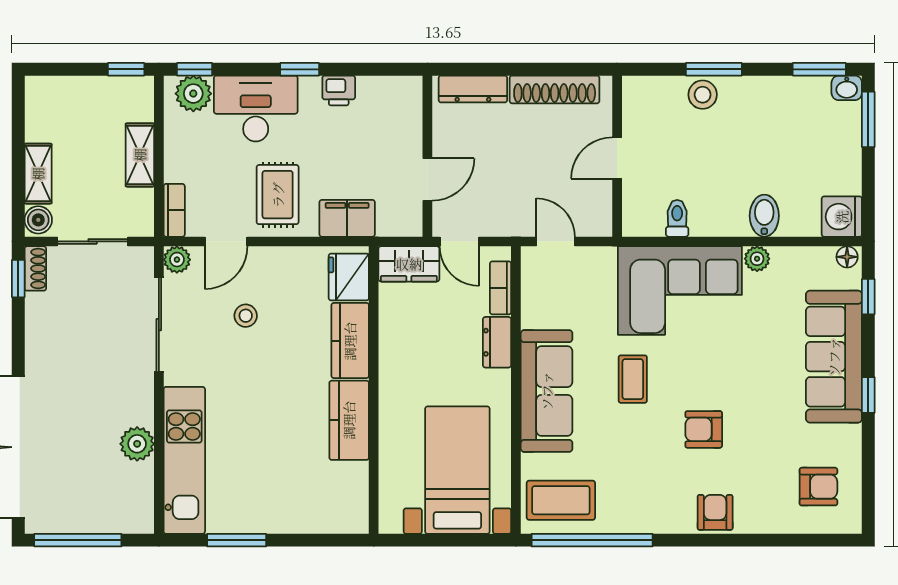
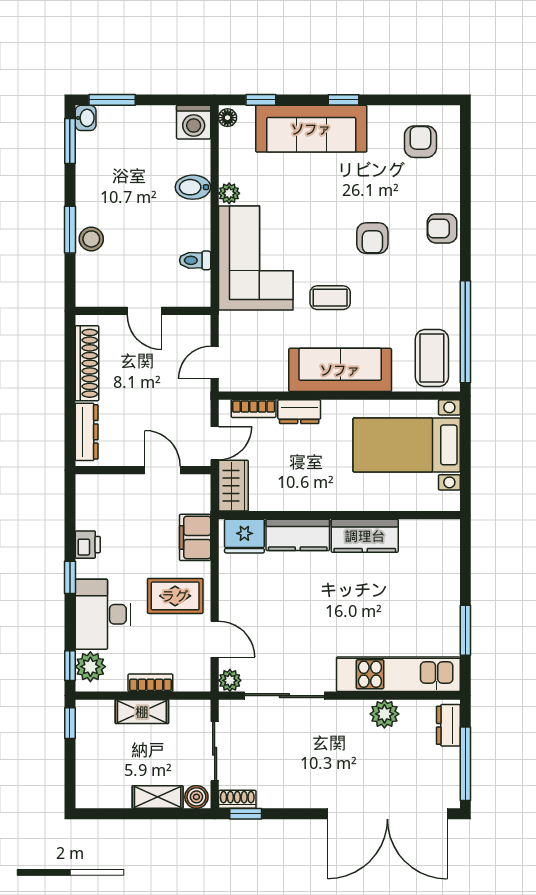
bookcase: (174, 210) -> (150, 683), moved
stool: (246, 316) -> (277, 623), removed
dresser: (124, 520) -> (448, 725), added

